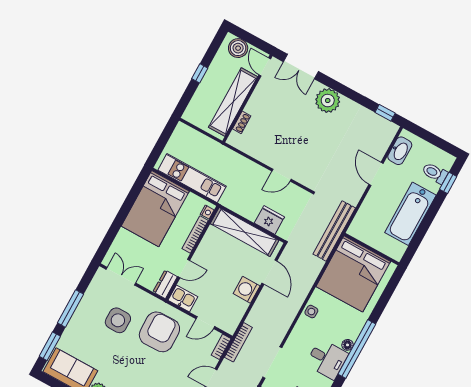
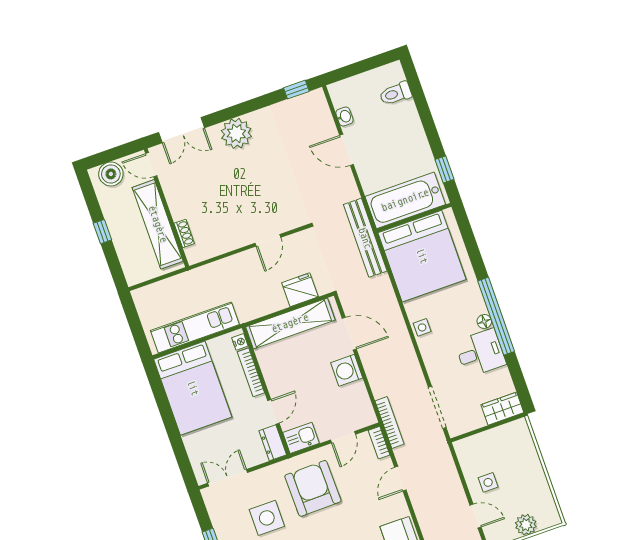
washbasin: (400, 151) -> (344, 116), width x0.52, depth x0.69
window: (448, 183) -> (444, 169), moved
bathtub: (410, 214) -> (405, 200), moved, turned 90

